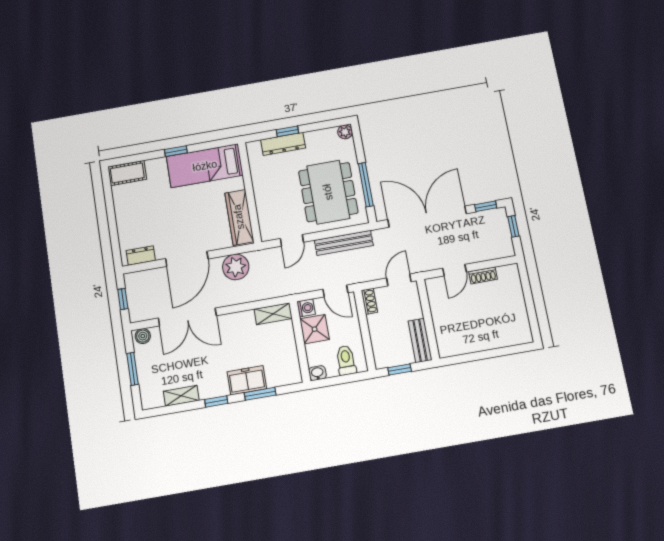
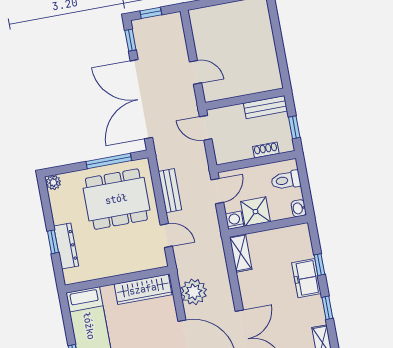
bench: (344, 243) -> (170, 191), width x0.73
shoe rack: (483, 275) -> (201, 44), removed
shoe rack: (369, 301) -> (266, 150), moved
window: (260, 394) -> (319, 265), width x0.67

